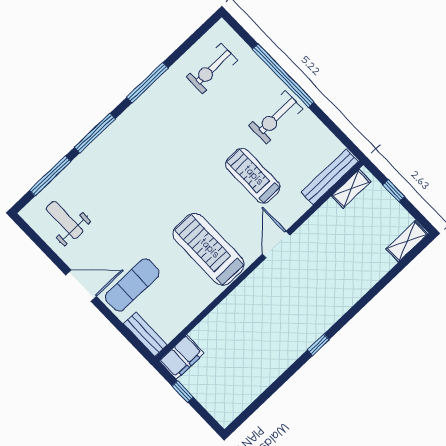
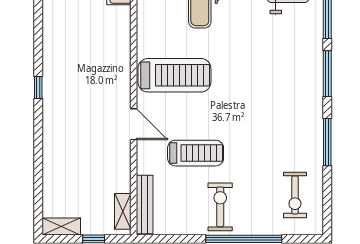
exercise bike: (212, 69) -> (295, 195), turned 180
shelving: (407, 241) -> (61, 227), moved, turned 90

